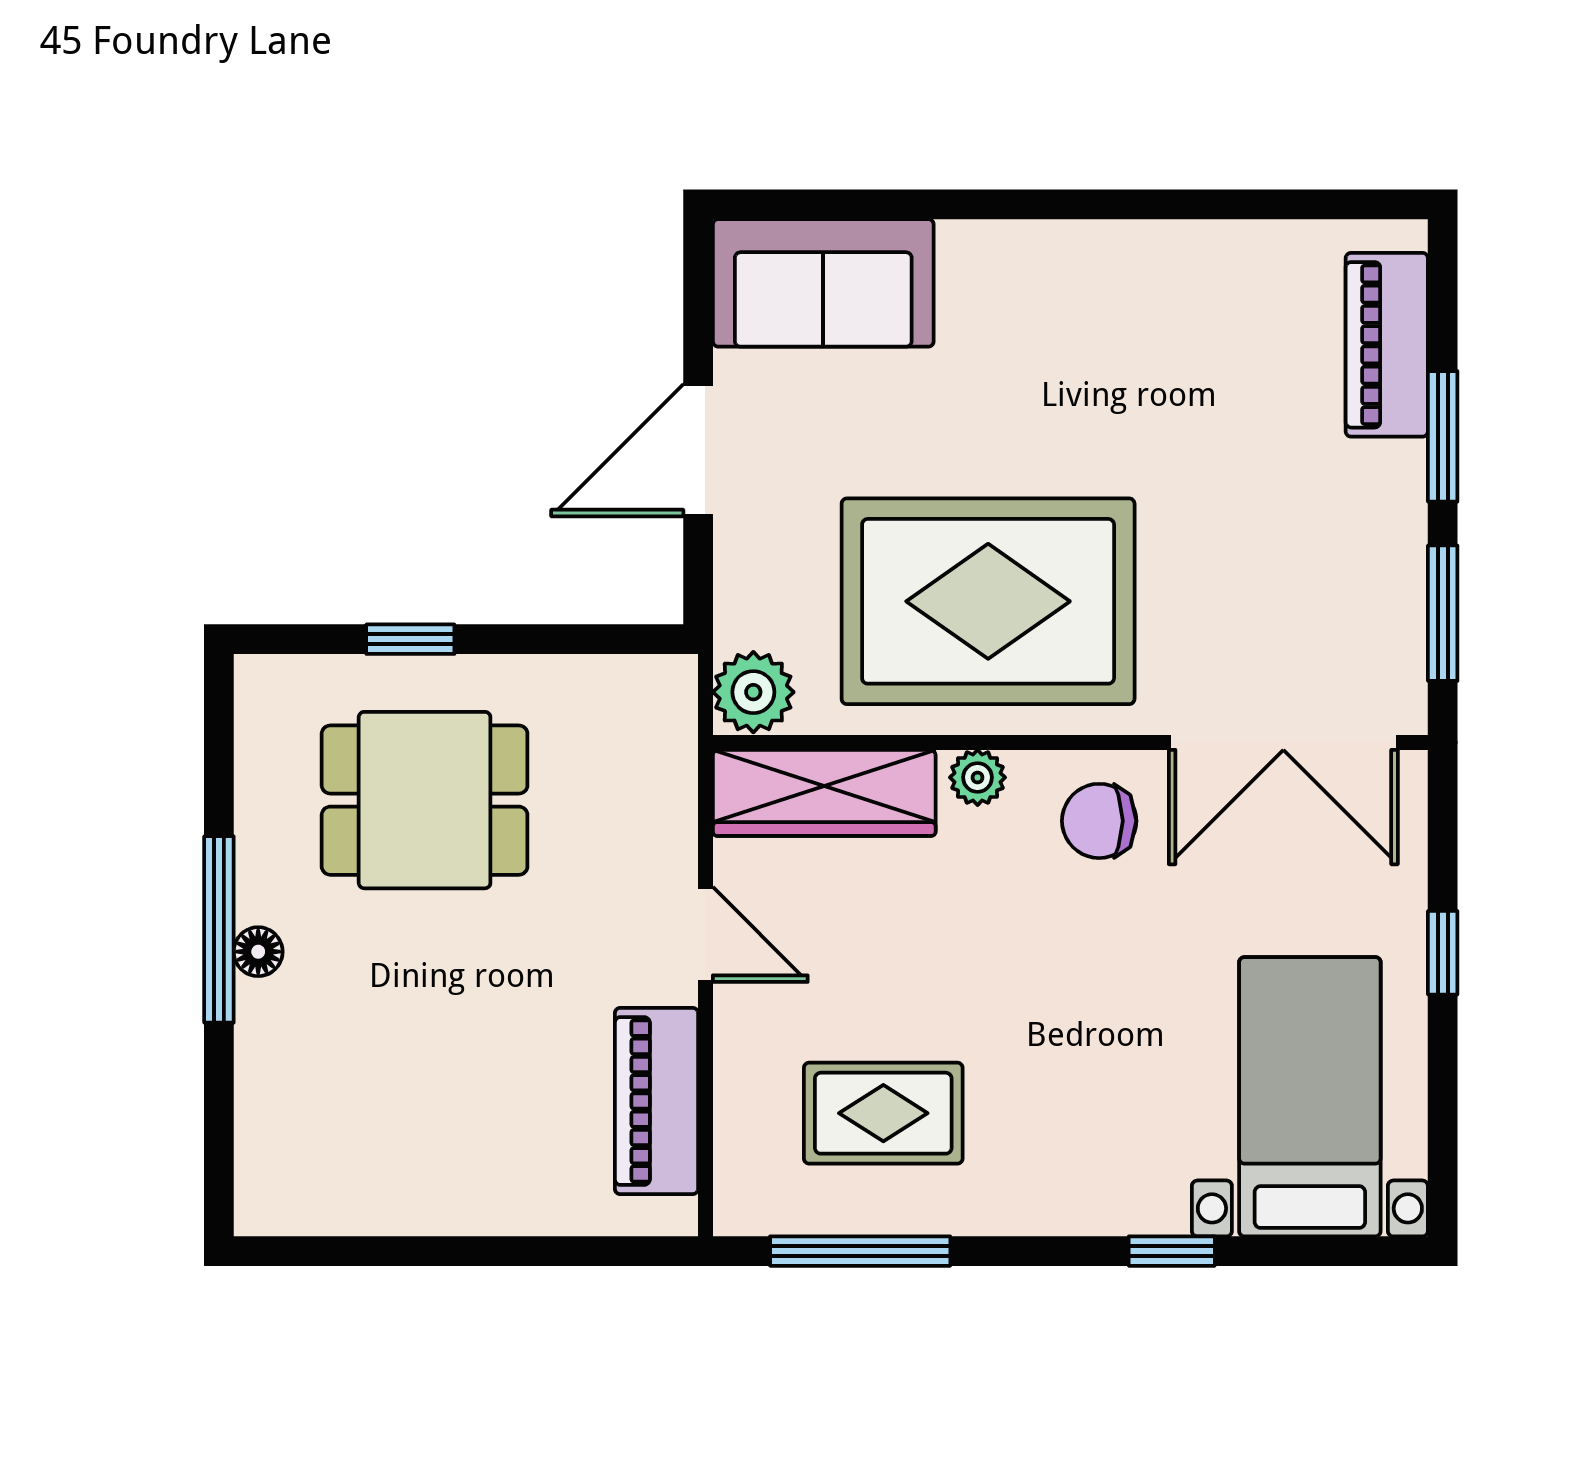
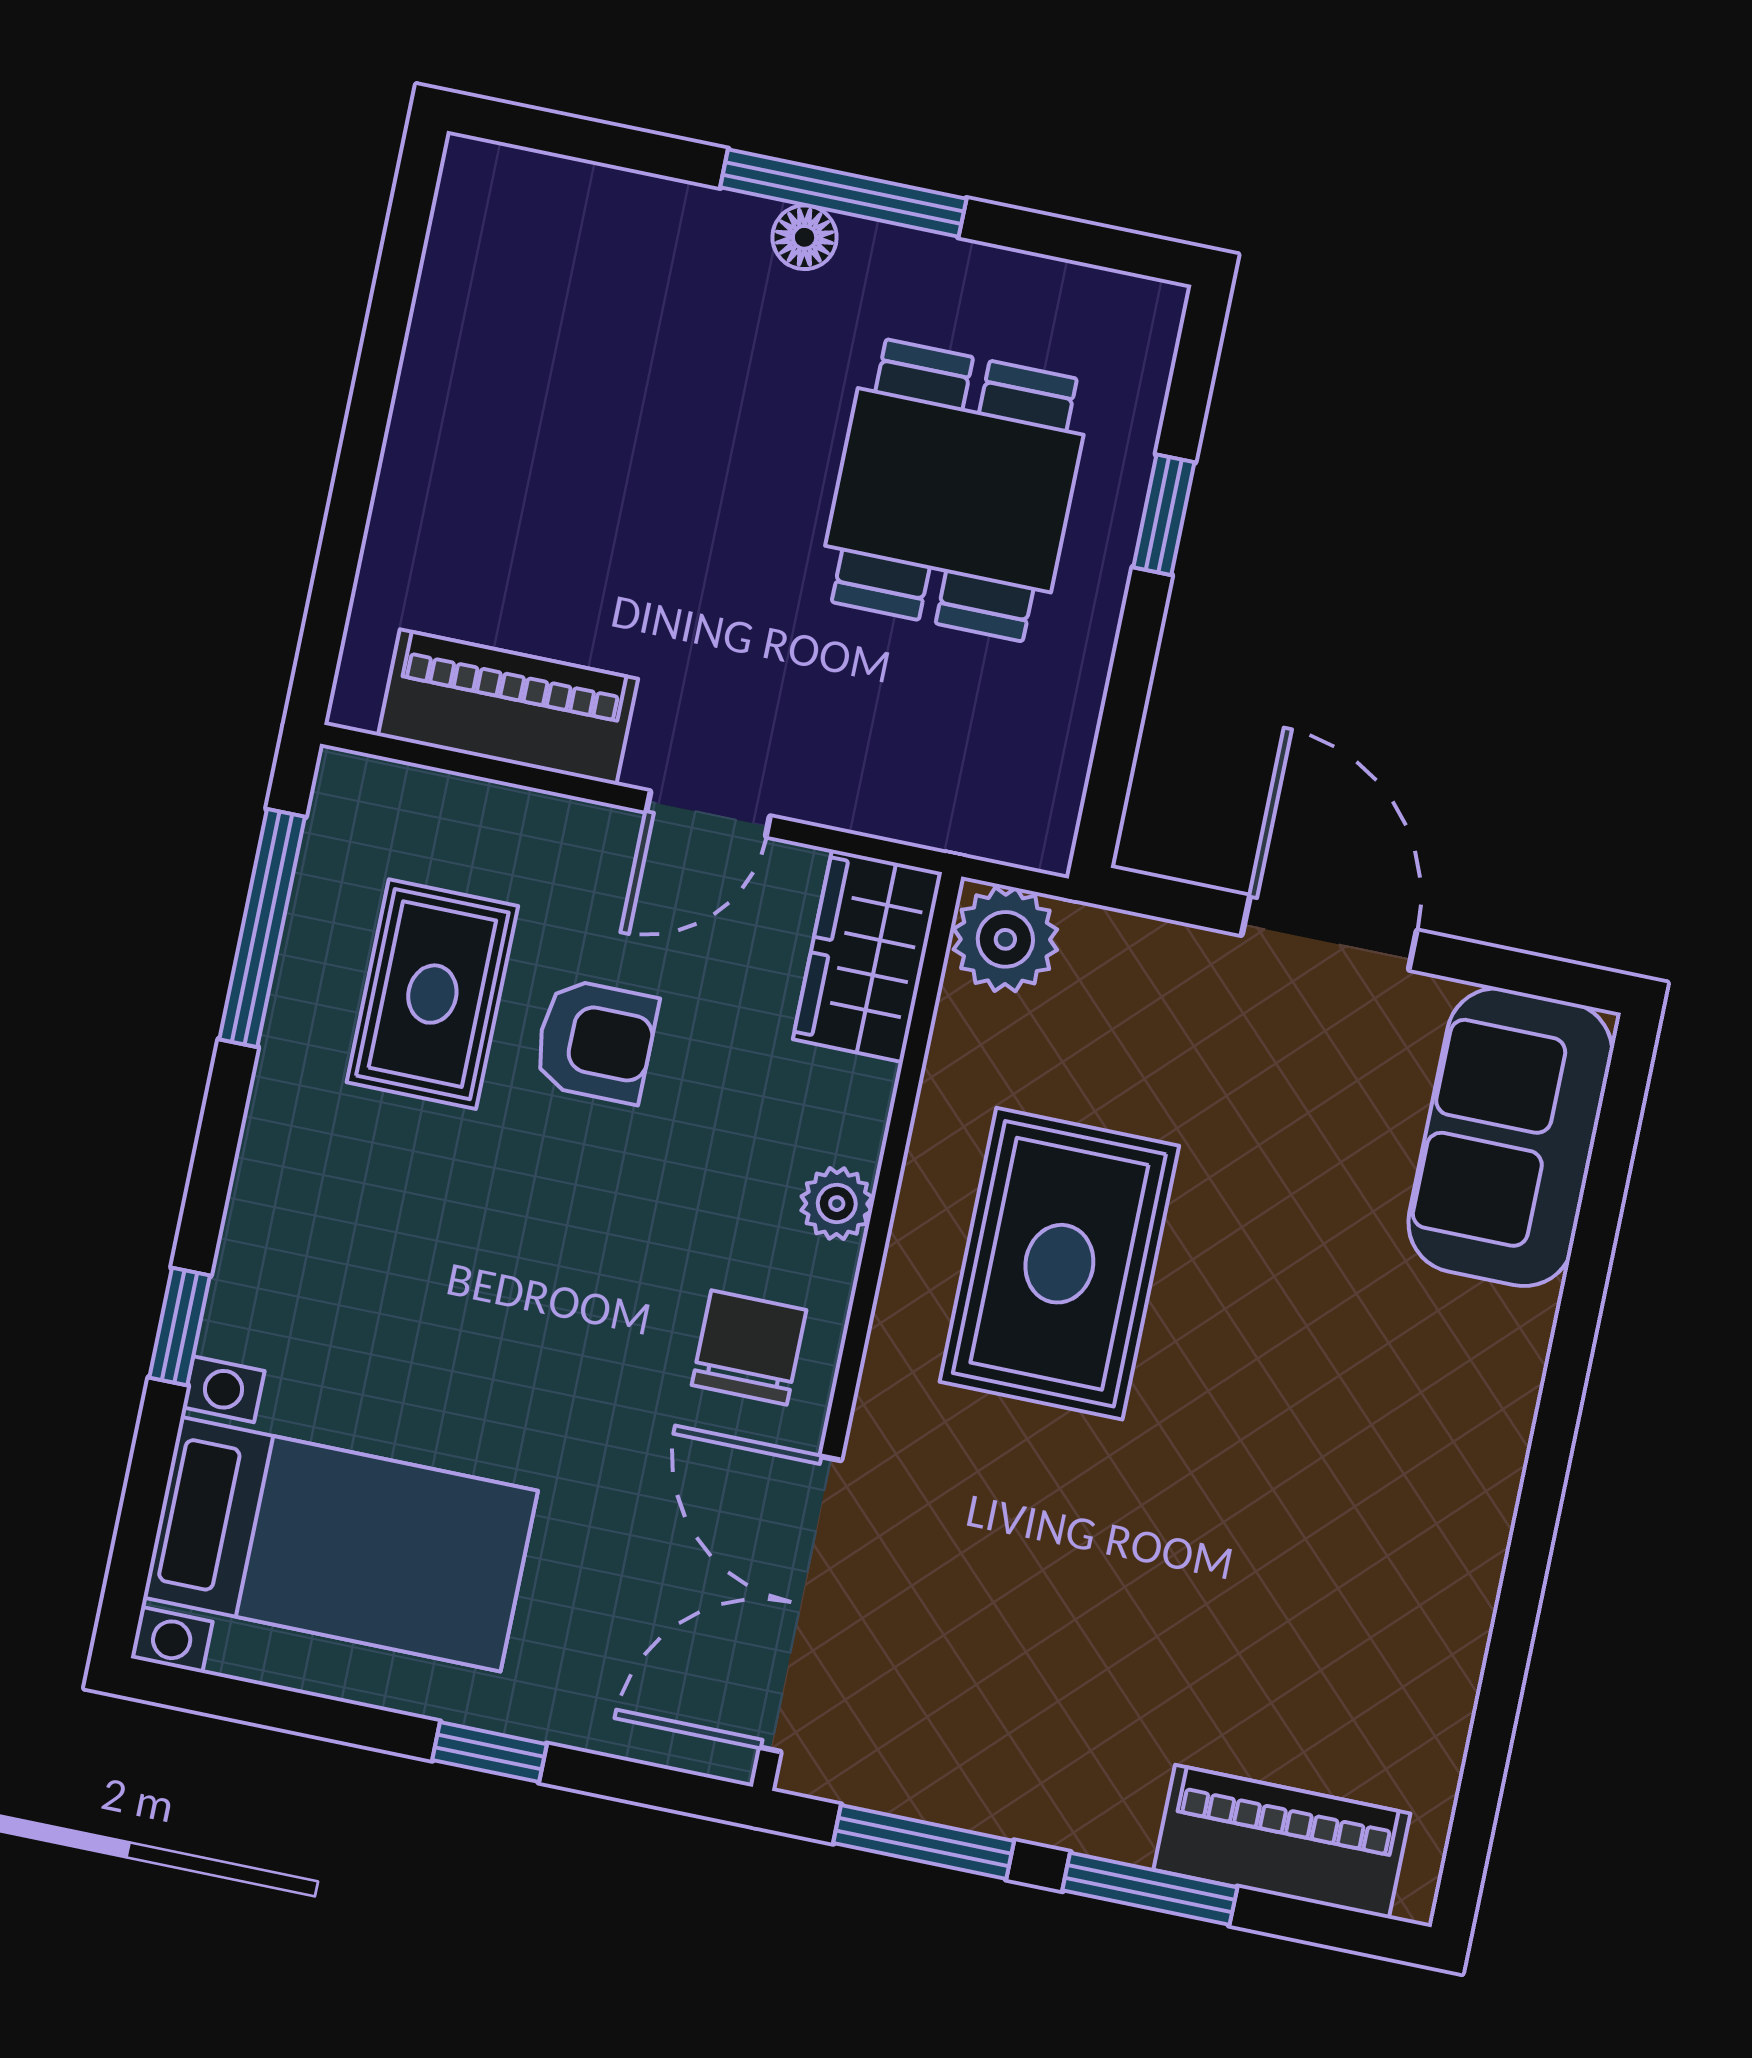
rug: (988, 601) -> (1059, 1264), width x0.73, depth x0.69
wardrobe: (824, 793) -> (868, 956), width x0.67
armchair: (893, 984) -> (595, 1041), added

